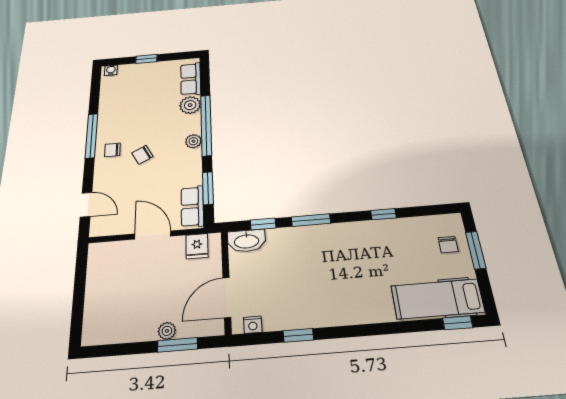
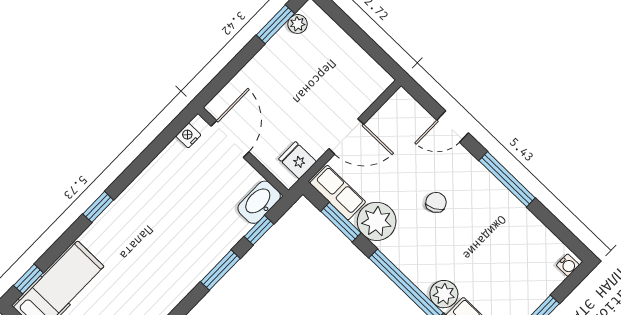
plant: (193, 141) -> (377, 221), moved, width x1.88, depth x1.88
chair: (112, 150) -> (470, 183), removed
door: (86, 205) -> (453, 127), moved
plant: (167, 331) -> (298, 24), moved
window: (298, 335) -> (98, 207), moved
window: (177, 345) -> (275, 24), moved

